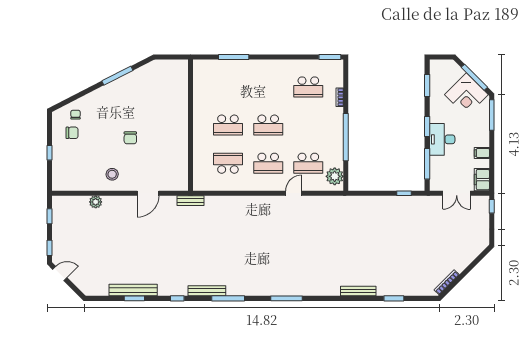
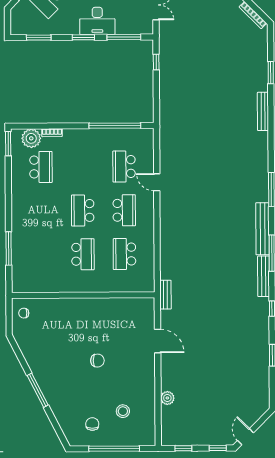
window: (117, 76) -> (38, 390), moved
chair: (76, 115) -> (24, 313), moved
school desk: (268, 125) -> (83, 210), turned 180
window: (346, 137) -> (115, 126), moved
window: (49, 153) -> (114, 449), width x3.17
school desk: (308, 163) -> (124, 167), turned 180
stool: (112, 174) -> (123, 411), moved
plant: (335, 176) -> (31, 138), moved
bench: (133, 290) -> (262, 229), moved

